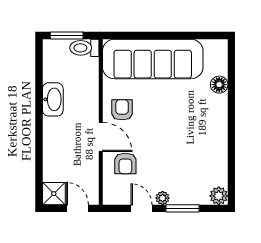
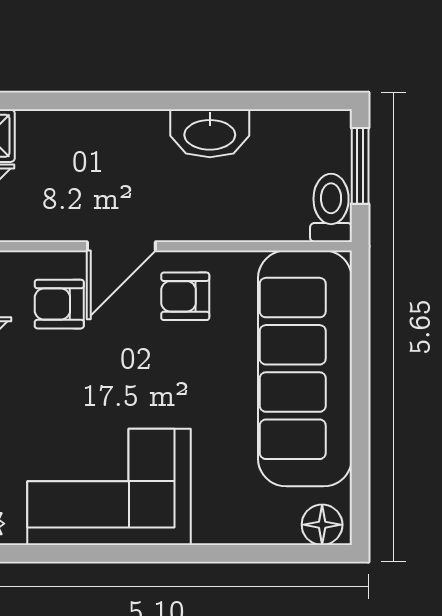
floor lamp: (219, 85) -> (322, 525), moved
armchair: (122, 110) -> (185, 296), turned 180
corner sofa: (203, 142) -> (109, 487), added

